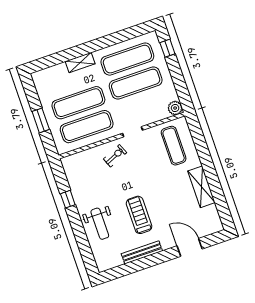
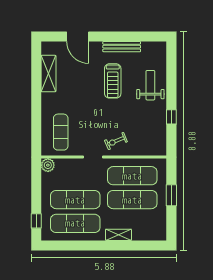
shelving: (201, 187) -> (49, 74), moved

